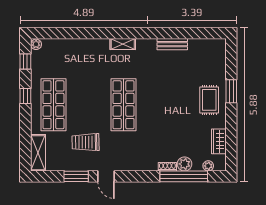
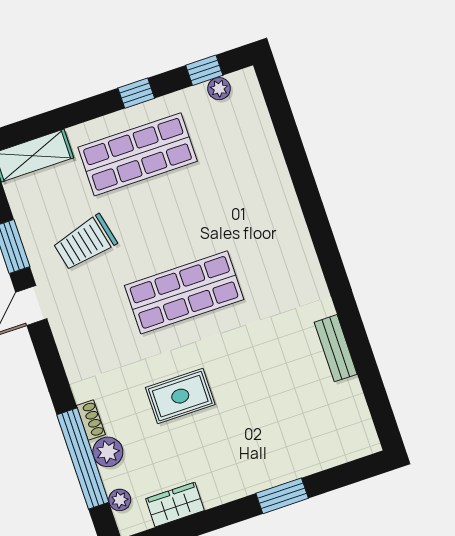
plant: (36, 44) -> (219, 89), moved
shelving: (123, 44) -> (303, 251), removed
rug: (209, 100) -> (180, 396), moved
trolley: (86, 142) -> (85, 243), turned -102

